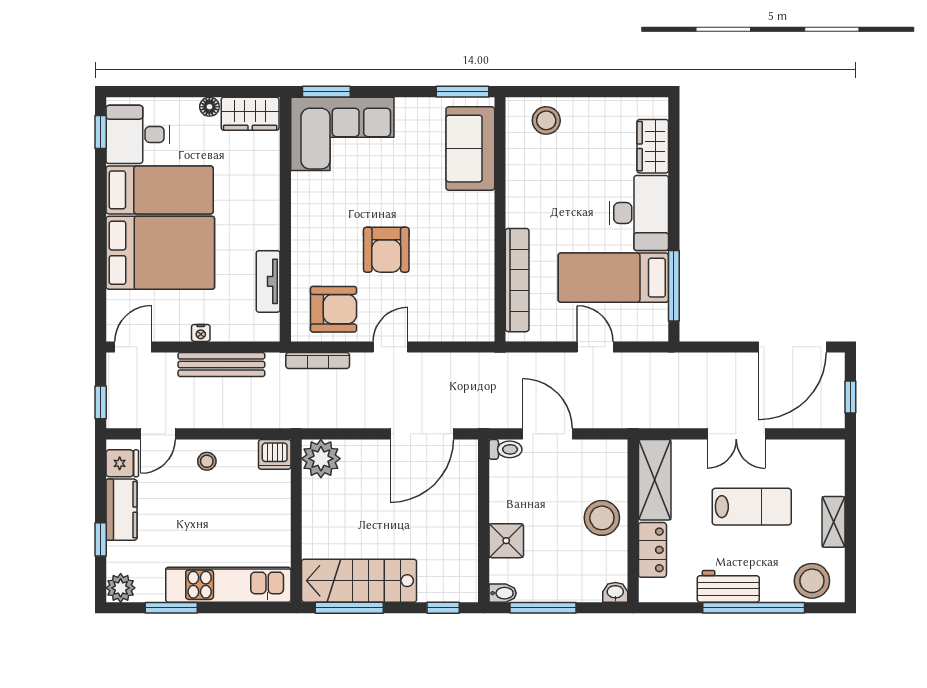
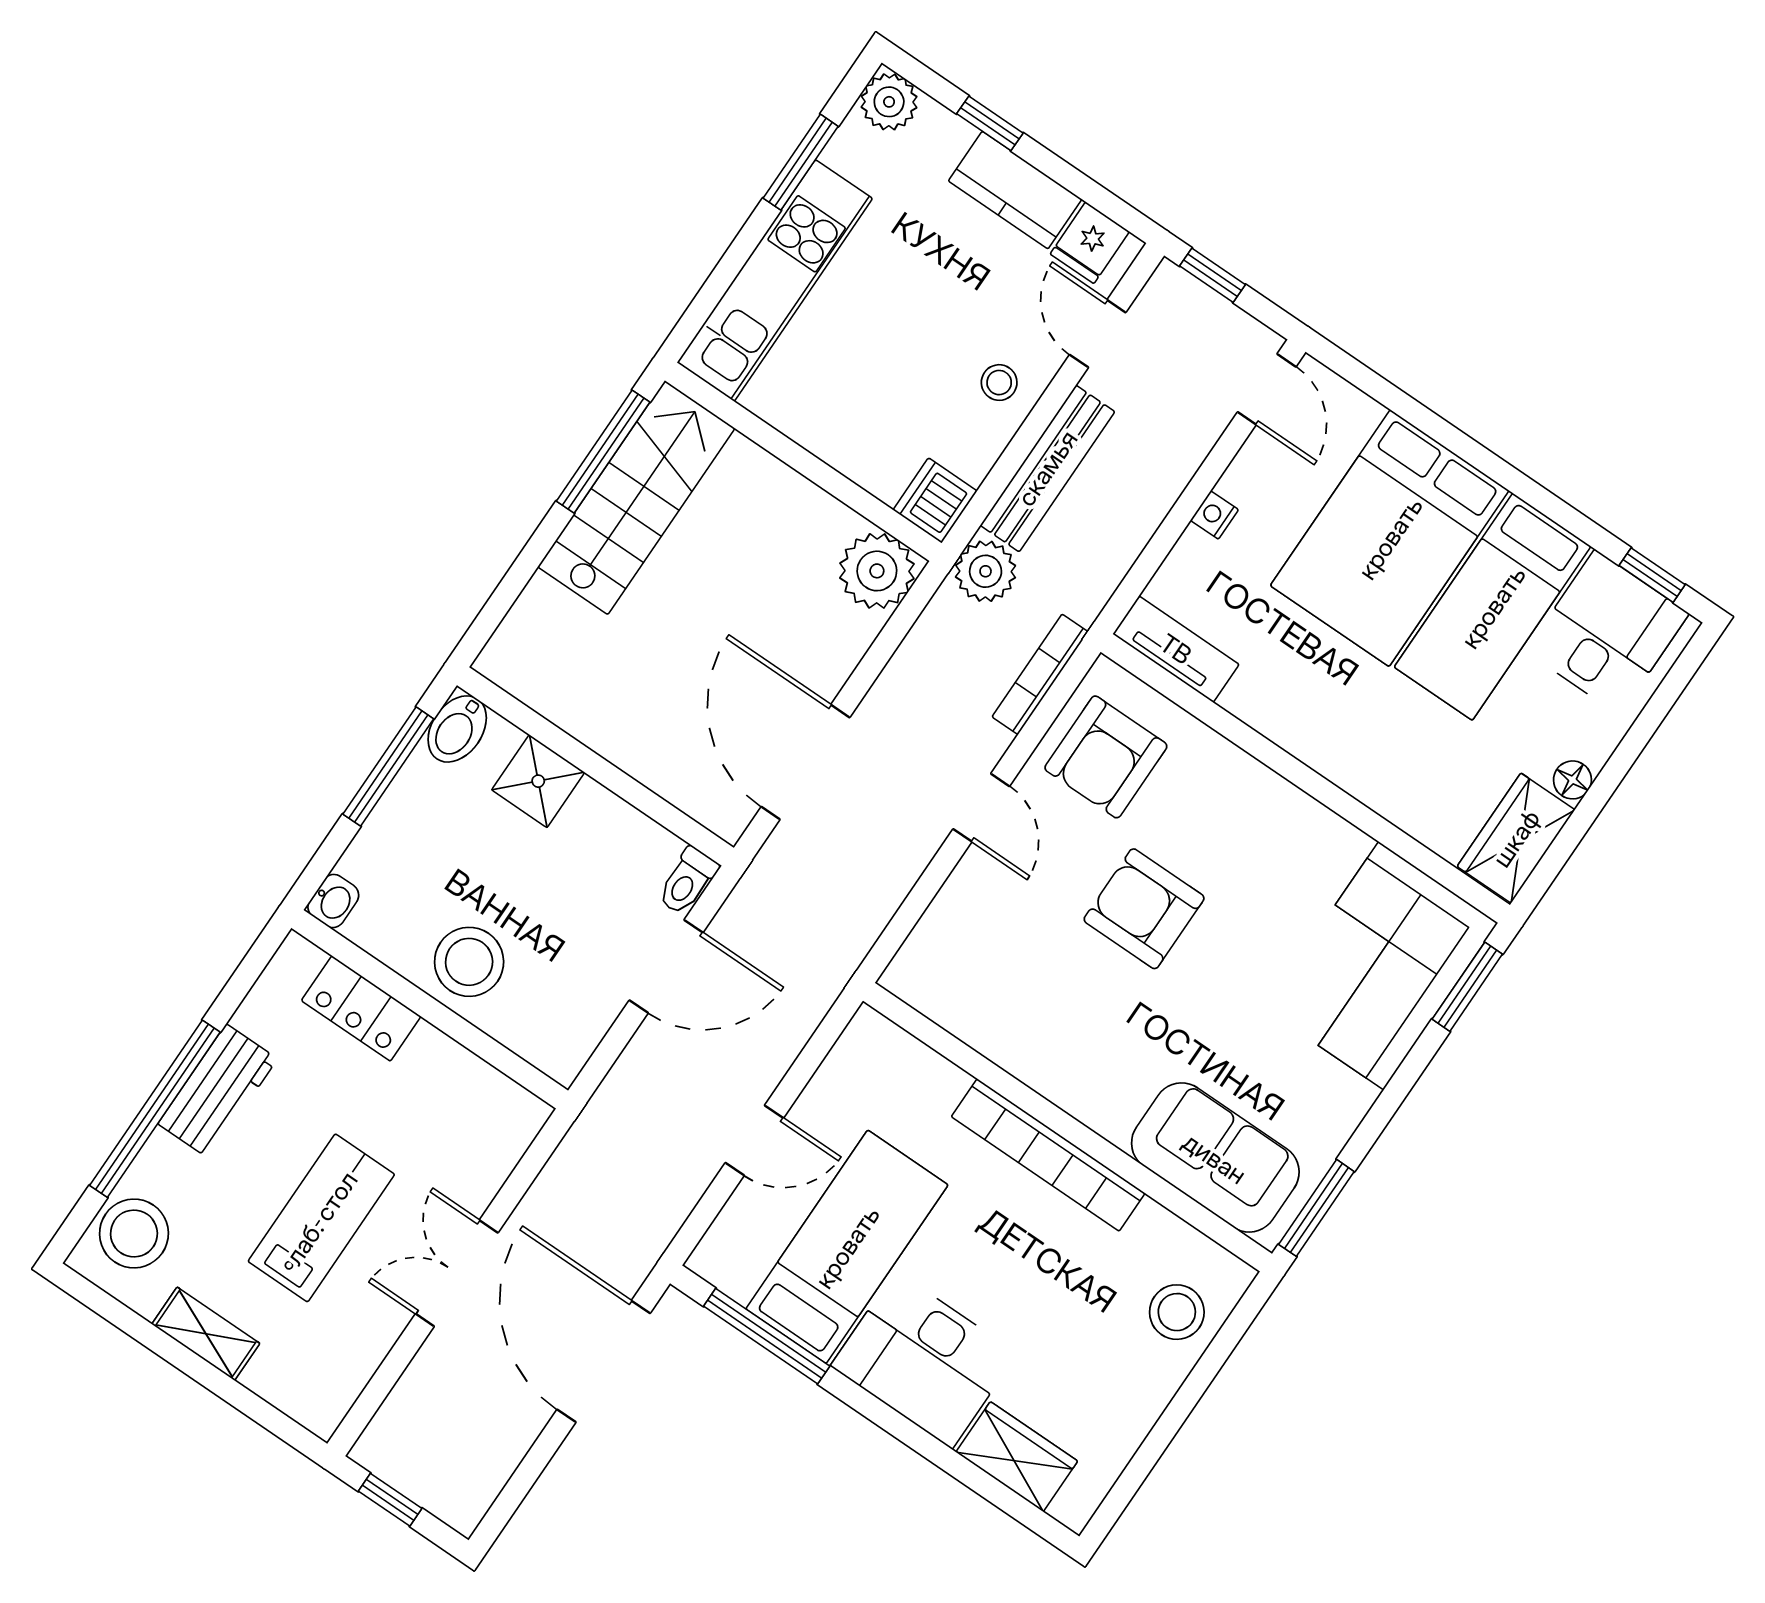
bookcase: (517, 280) -> (1048, 1155), moved
tv unit: (268, 281) -> (1176, 649), moved
door: (792, 347) -> (604, 1361), moved
bench: (221, 365) -> (1047, 468), moved
plant: (290, 413) -> (986, 571), added
shelving: (655, 480) -> (473, 1090), removed
lab bench: (752, 507) -> (321, 1218), turned 180
bidet: (503, 593) -> (457, 729), width x1.38, depth x1.36
window: (443, 608) -> (499, 604), removed

